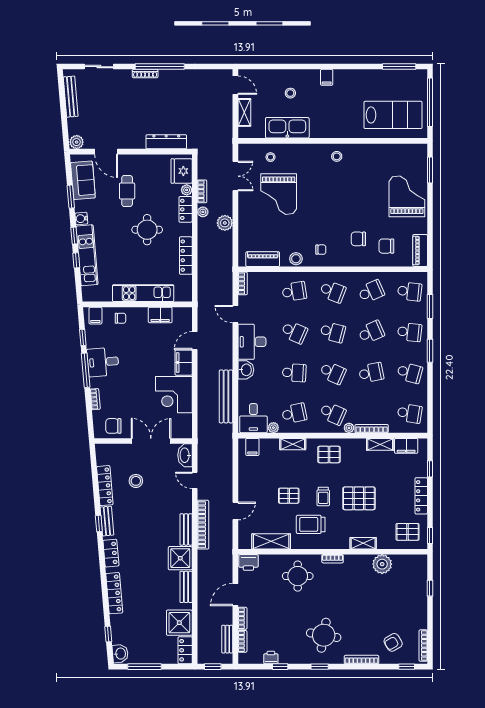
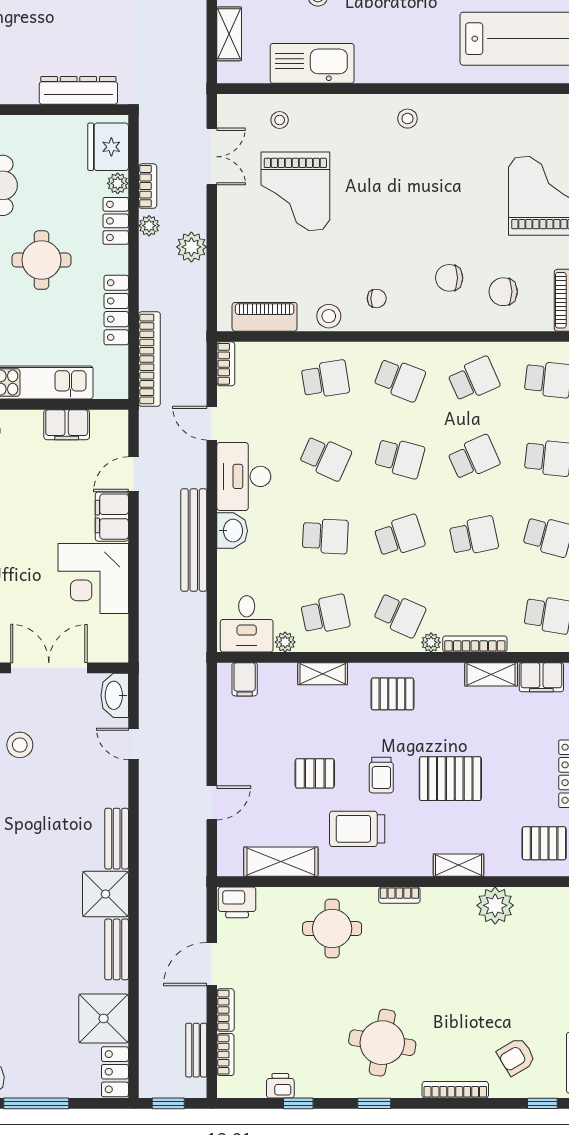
school desk: (333, 373) -> (400, 536), turned -42
bench: (226, 396) -> (194, 540), moved
bookcase: (203, 525) -> (149, 359), moved

